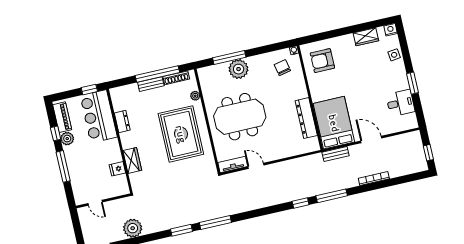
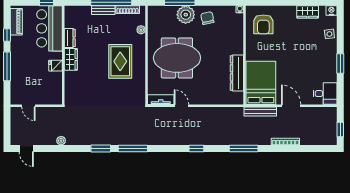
armchair: (322, 61) -> (263, 24), turned -90
chair: (282, 68) -> (207, 18), moved
desk: (400, 103) -> (325, 94), moved
rug: (181, 134) -> (120, 61), width x0.73, depth x0.69
plant: (67, 139) -> (16, 42), removed
bench: (335, 154) -> (260, 111), width x1.36
wardrobe: (132, 160) -> (71, 59), moved
fridge: (117, 169) -> (56, 66), moved
window: (301, 203) -> (196, 149), moved
plant: (133, 228) -> (61, 141), width x0.53, depth x0.53

